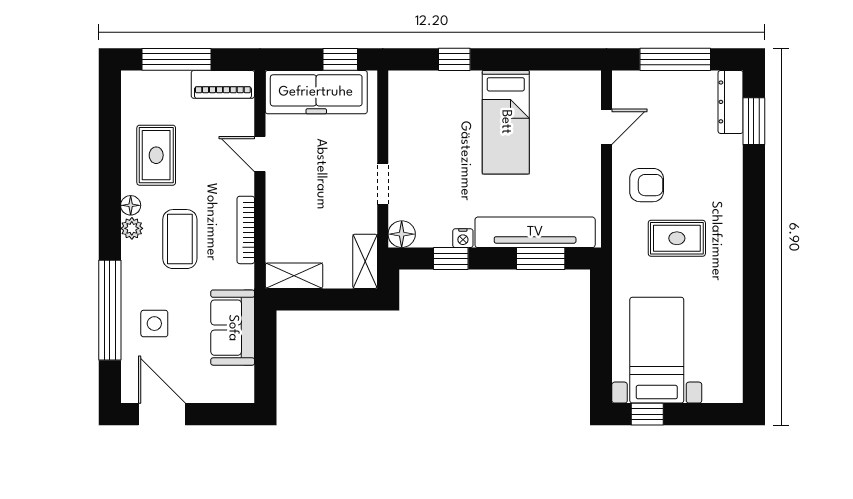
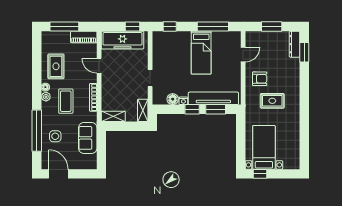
window: (454, 59) -> (170, 26), moved
window: (534, 59) -> (213, 26), added
window: (675, 59) -> (272, 26), width x0.69
floor lamp: (402, 234) -> (173, 99), moved
window: (451, 259) -> (192, 109), moved

